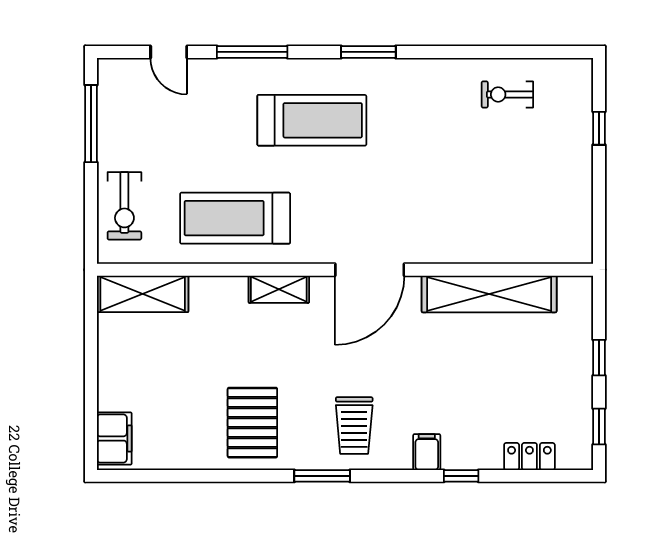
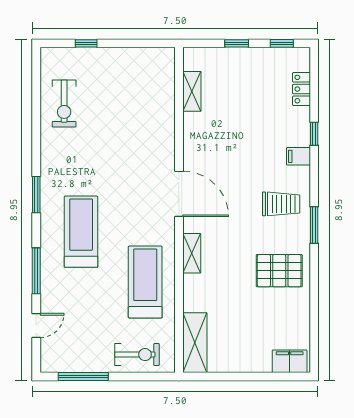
exercise bike: (507, 94) -> (64, 103), width x1.38, depth x1.39
treadmill: (235, 218) -> (145, 282), turned 180
shelving: (489, 294) -> (192, 91), width x0.45, depth x0.75

